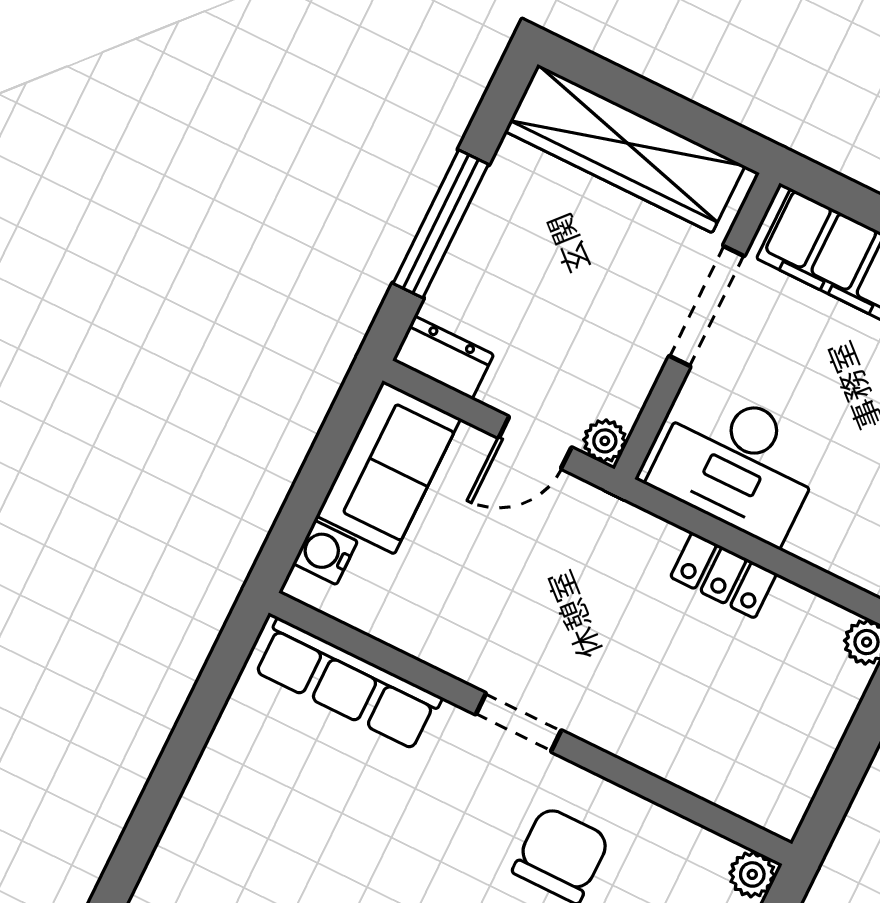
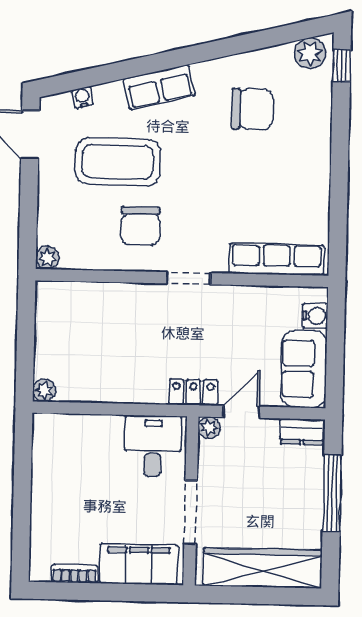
desk: (738, 464) -> (153, 446), width x0.73
locker: (724, 575) -> (193, 392), moved

